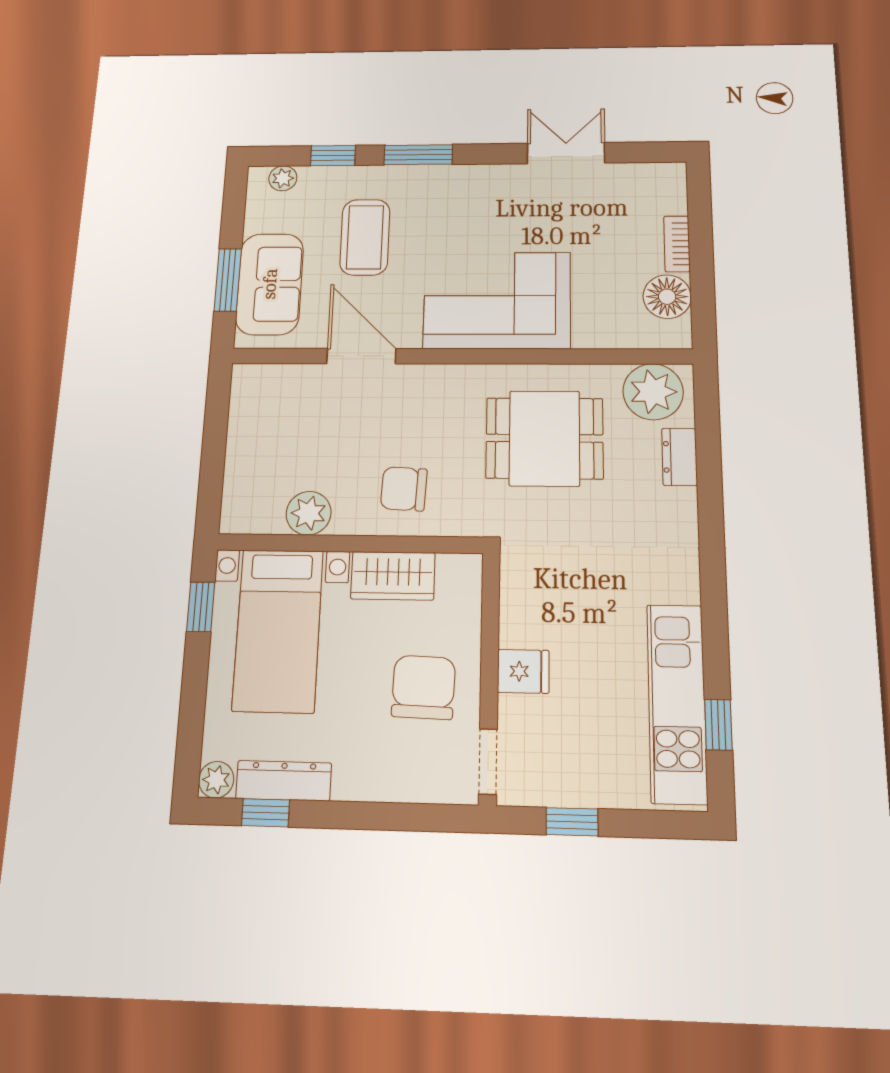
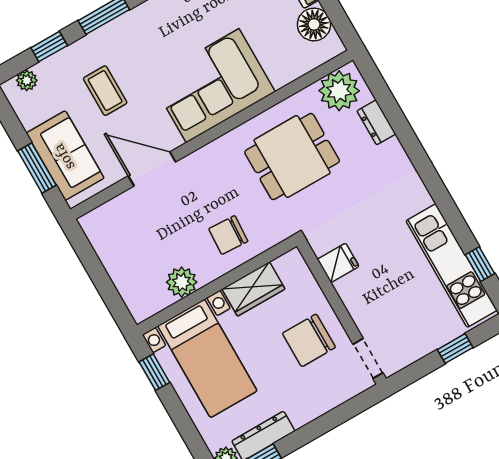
coffee table: (365, 237) -> (105, 91), width x0.73, depth x0.77
fridge: (523, 671) -> (338, 263), moved
chair: (423, 687) -> (309, 340), turned -92
window: (572, 822) -> (455, 349), moved

